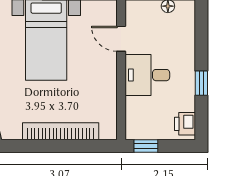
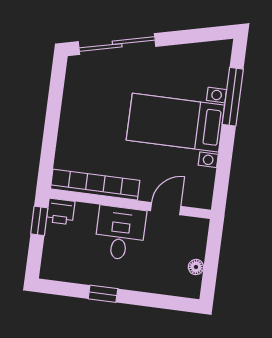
printer: (185, 124) -> (61, 212), moved, turned 180
bookcase: (61, 131) -> (95, 185), moved, turned -90

